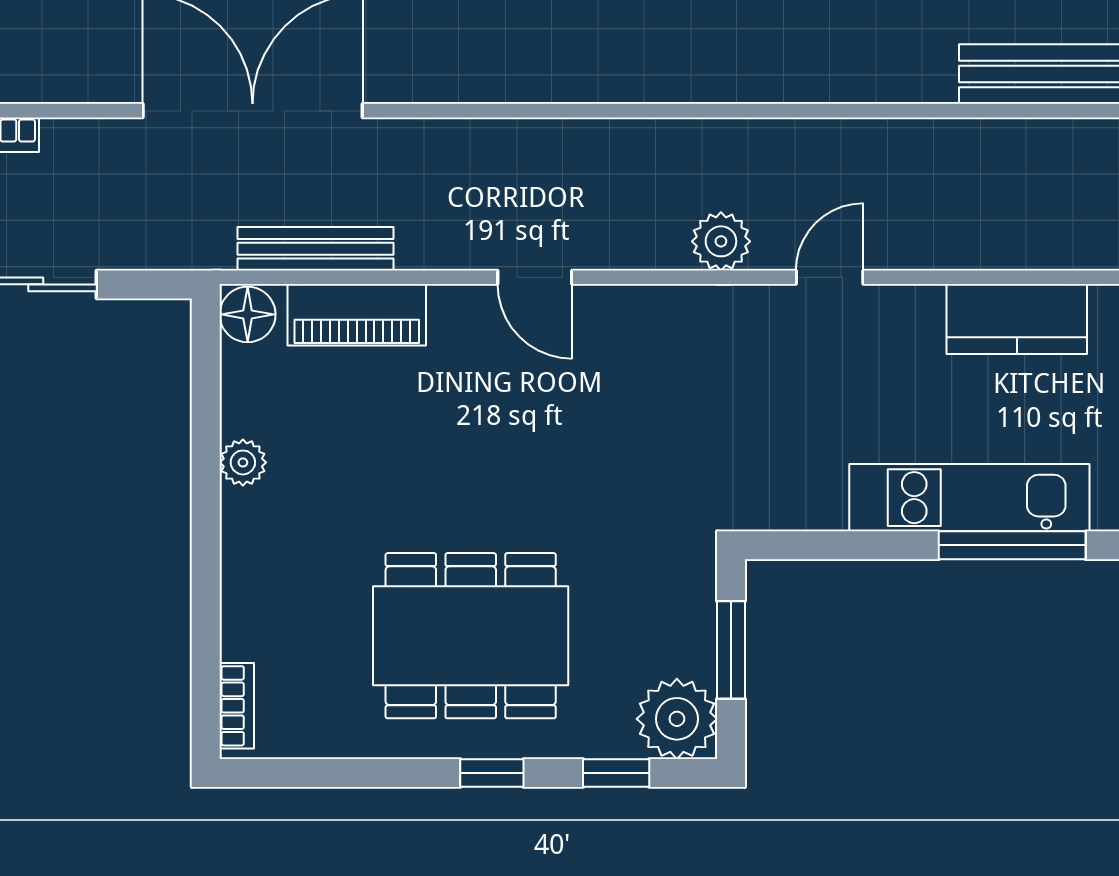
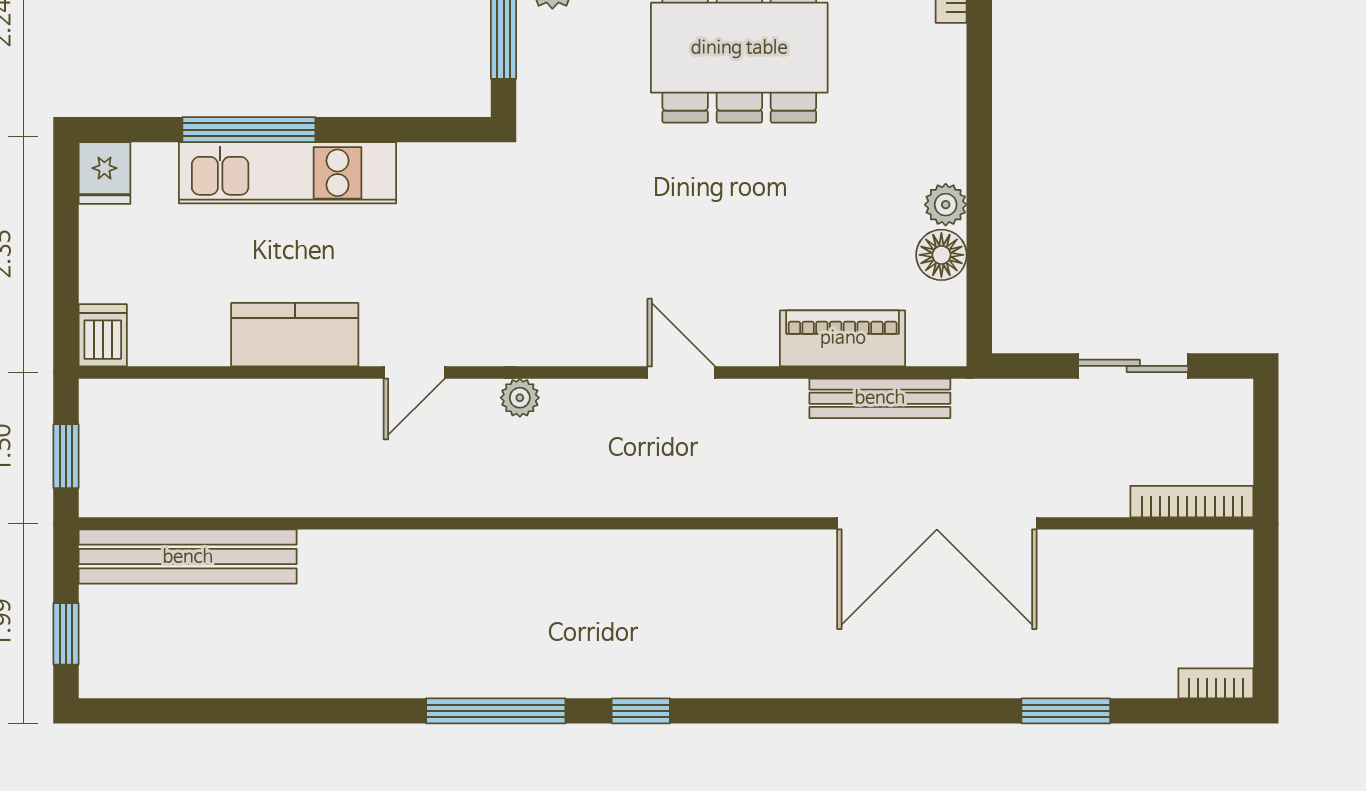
plant: (721, 241) -> (520, 398), width x0.73, depth x0.73
floor lamp: (248, 314) -> (941, 255), moved
kitchen counter: (1017, 319) -> (295, 335), moved

